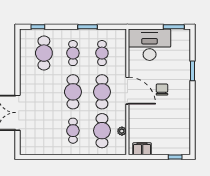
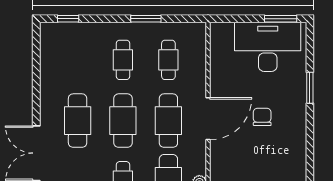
desk: (150, 45) -> (268, 47), moved
cafe table: (44, 53) -> (78, 121), moved
door: (127, 91) -> (208, 119), hinge flipped

